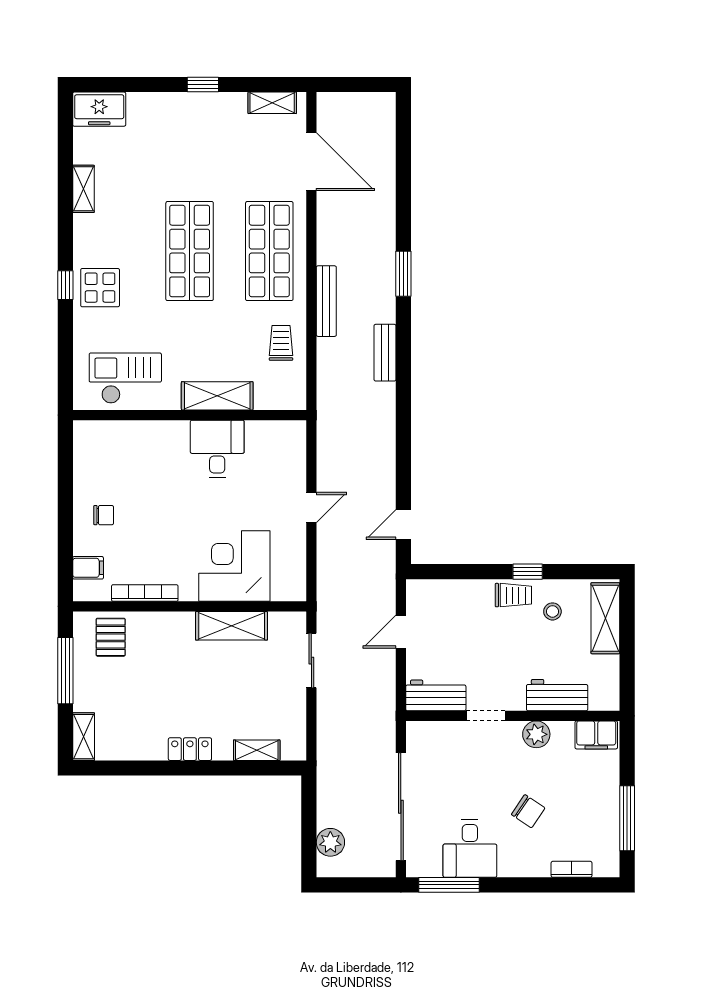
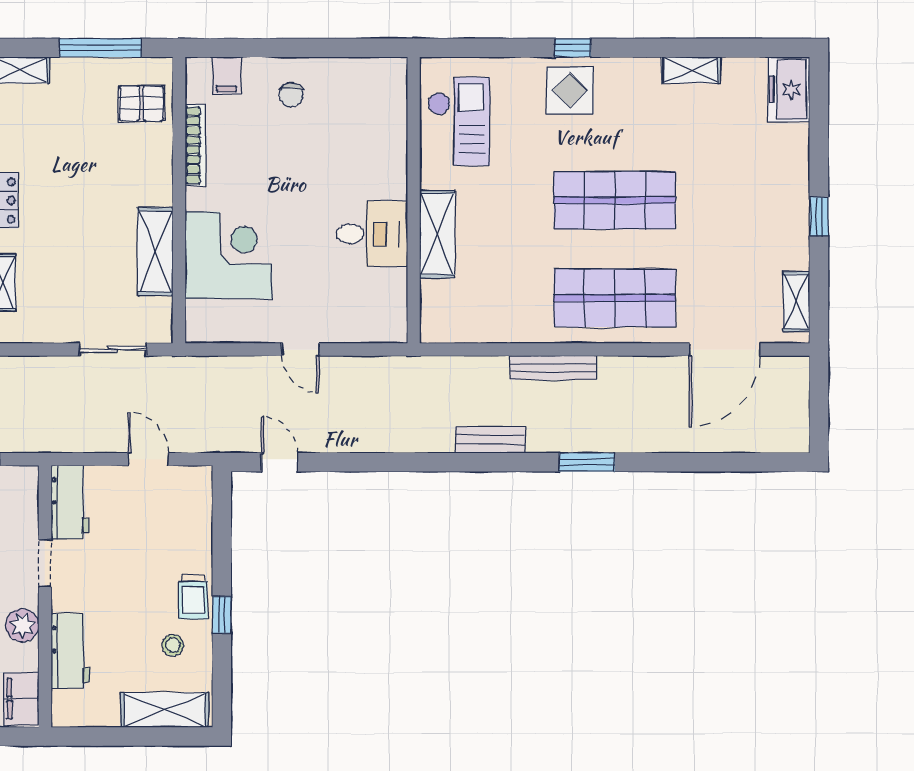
trolley: (281, 343) -> (502, 312), removed

